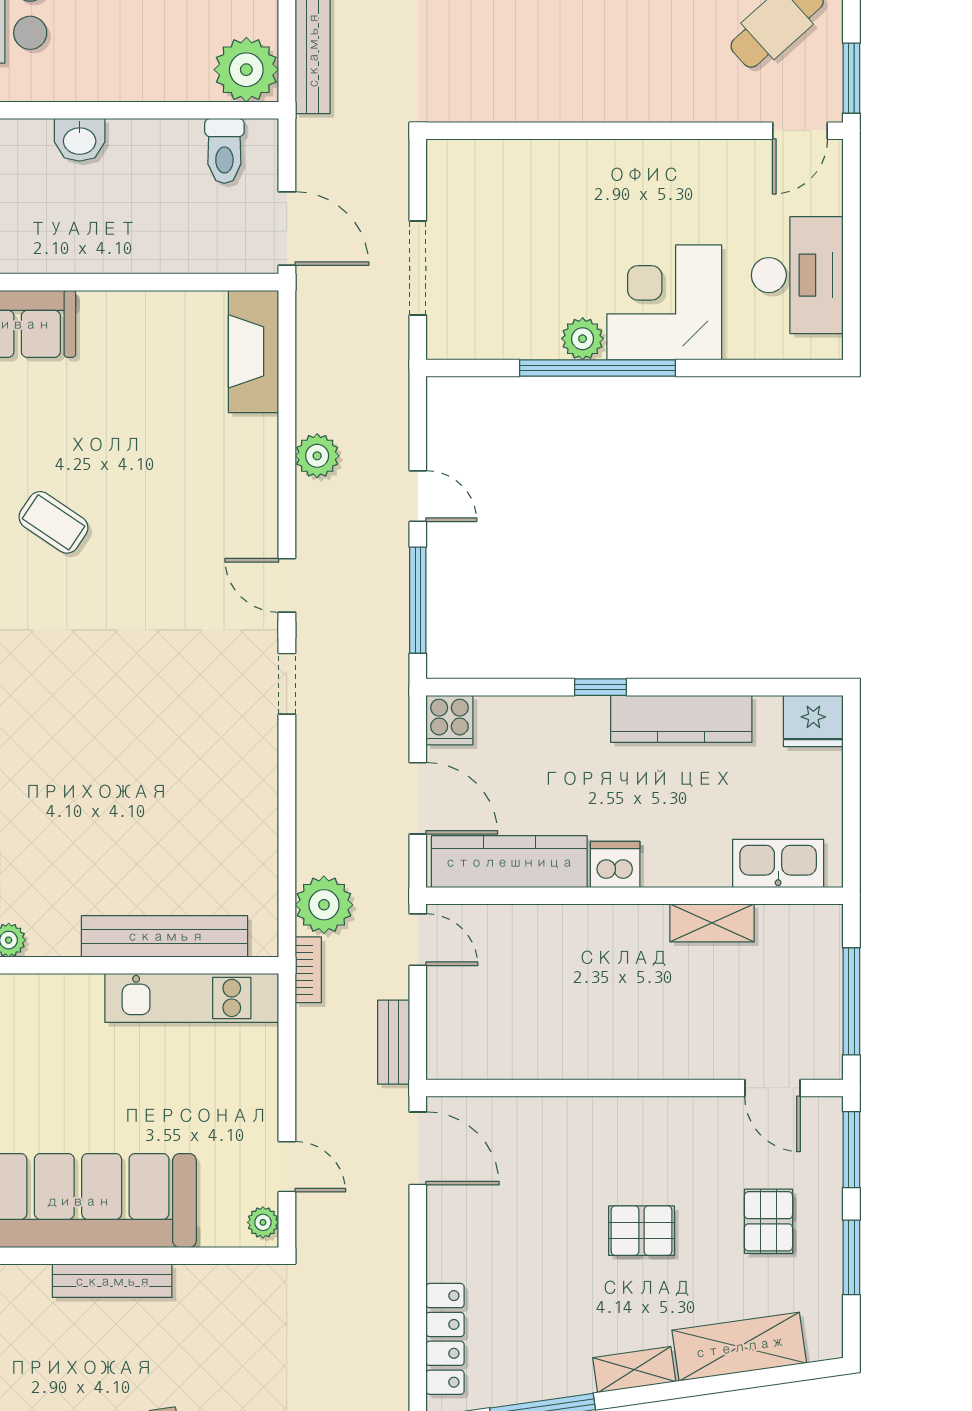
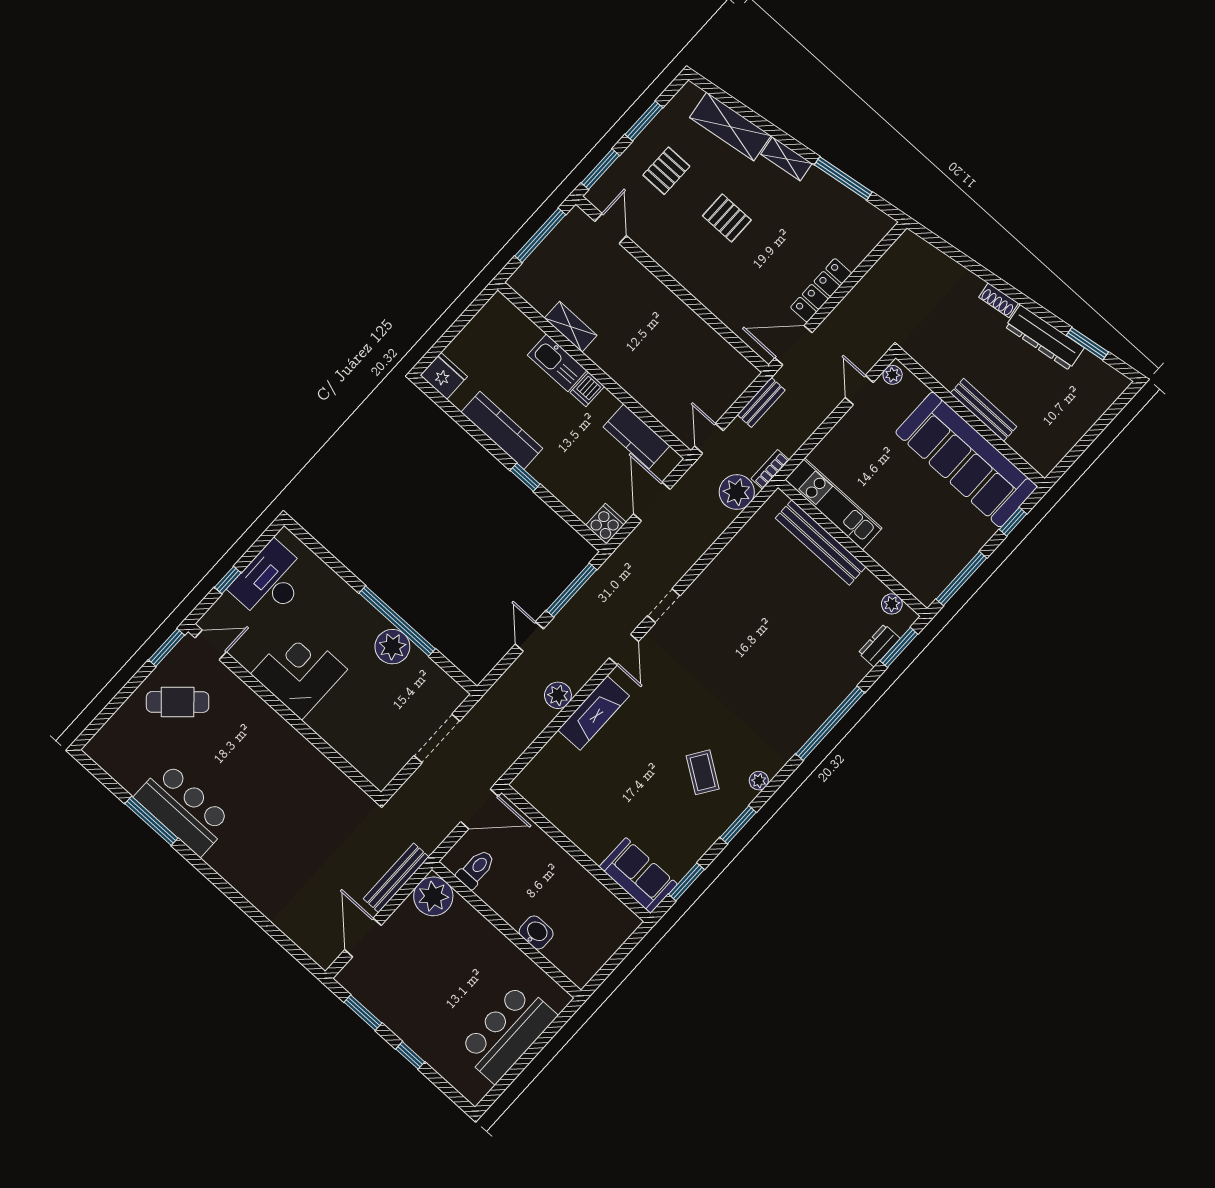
door: (287, 229) -> (479, 809), swing flipped
window: (851, 229) -> (228, 580), added
corner desk: (664, 302) -> (299, 672), moved, turned 180
plant: (583, 339) -> (392, 647), width x1.36, depth x1.36
fireplace: (254, 351) -> (594, 713), moved
kitchen counter: (509, 862) -> (636, 436), width x0.67
dishwasher: (615, 864) -> (587, 389), width x0.73
kitchen sink: (778, 864) -> (557, 363), moved
door: (418, 1148) -> (793, 345), hinge flipped
locker: (445, 1339) -> (821, 290), moved

